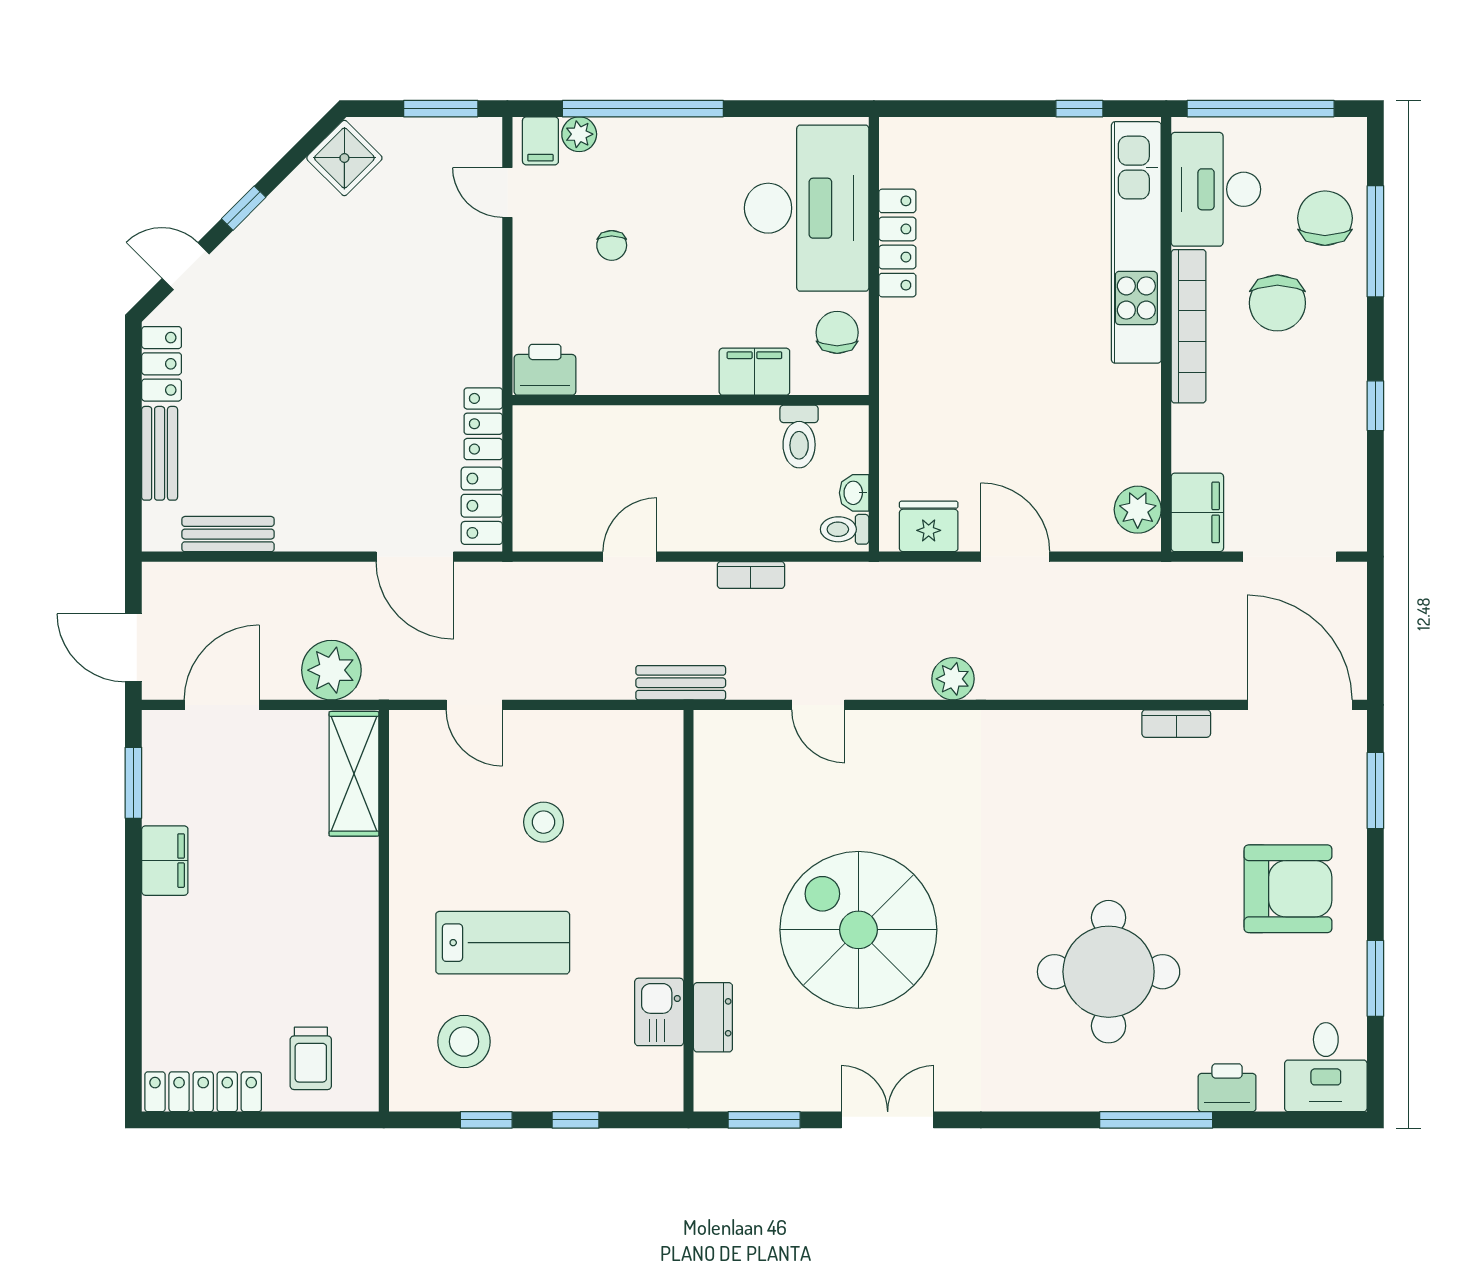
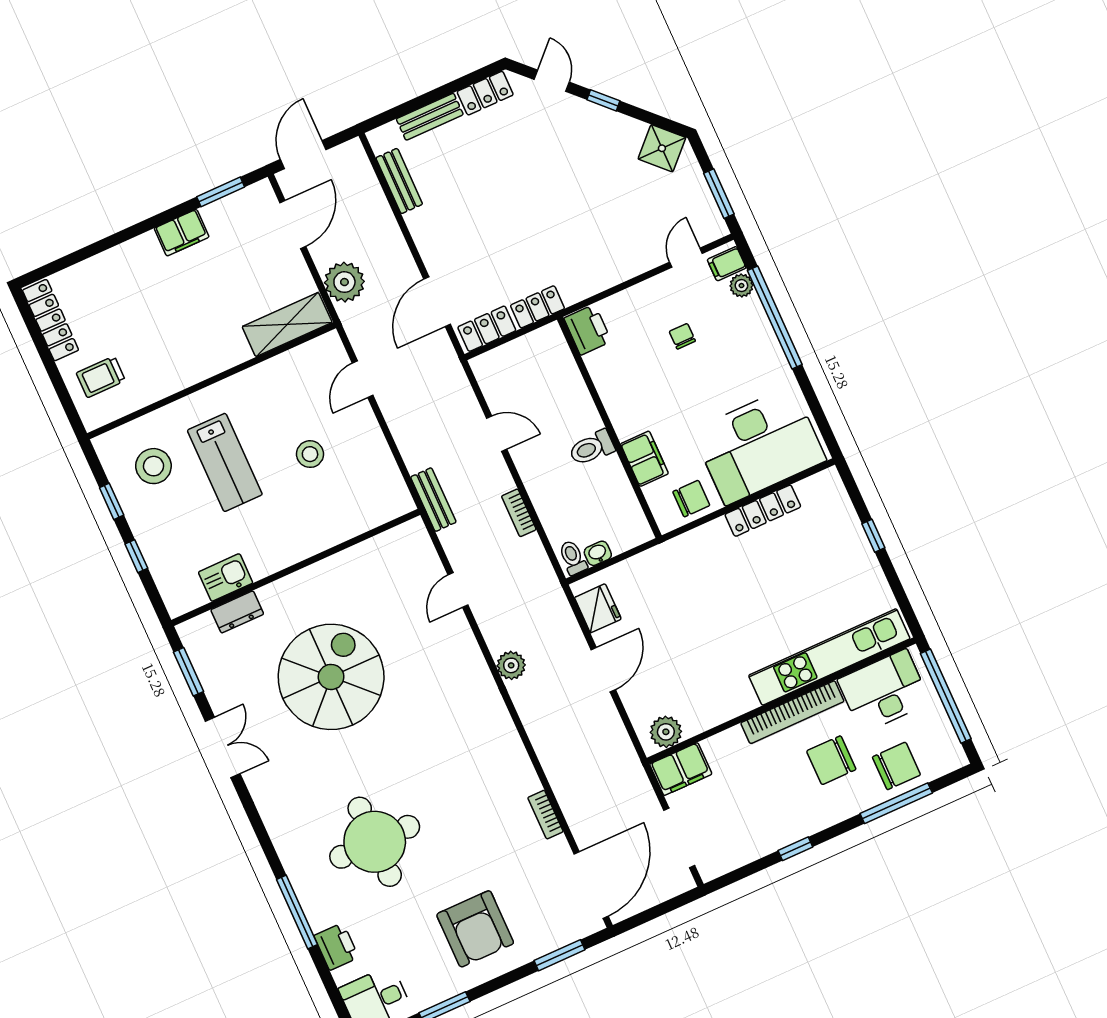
window: (1079, 109) -> (873, 536), moved
chair: (612, 245) -> (682, 336), turned 90
toilet: (799, 437) -> (592, 448), moved
door: (222, 705) -> (293, 224), hinge flipped

